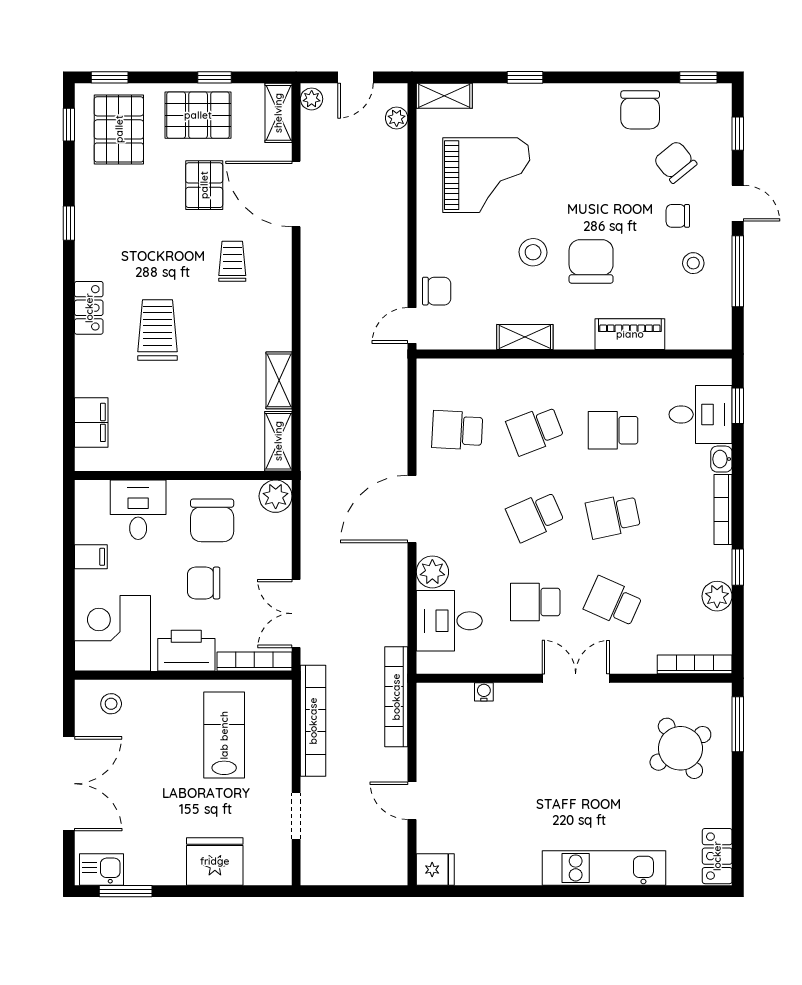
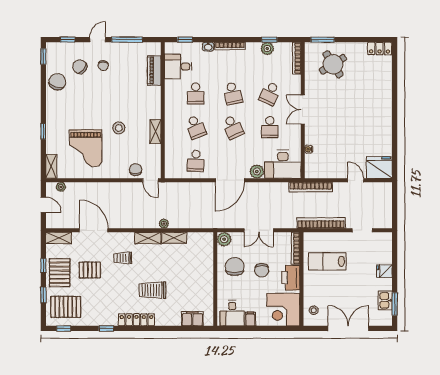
window: (110, 77) -> (43, 295), moved
plant: (312, 99) -> (164, 224), moved
chair: (640, 110) -> (57, 82), turned -72
chair: (675, 162) -> (80, 67), turned 79
grand piano: (486, 175) -> (86, 148), turned 180
door: (296, 194) -> (94, 230), swing flipped
chair: (591, 261) -> (123, 103), removed
stool: (693, 263) -> (124, 59), removed
locker: (89, 308) -> (136, 320), width x1.53
piano: (630, 334) -> (154, 71), moved
desk: (701, 414) -> (178, 67), moved, turned -90
shelving: (278, 441) -> (148, 238), moved
door: (412, 509) -> (230, 180), hinge flipped
desk: (138, 510) -> (232, 313), moved, turned -90
chair: (212, 520) -> (235, 267), turned -90
window: (738, 567) -> (269, 40), moved
double door: (296, 614) -> (259, 230), moved
desk: (449, 621) -> (283, 164), width x1.37
door: (412, 801) -> (356, 180), swing flipped
fridge: (215, 861) -> (384, 271), width x0.53, depth x0.75
kitchen unit: (604, 868) -> (385, 97), removed
kitchen sink: (102, 869) -> (385, 300), moved
fridge: (435, 870) -> (379, 167), width x1.88, depth x1.34

